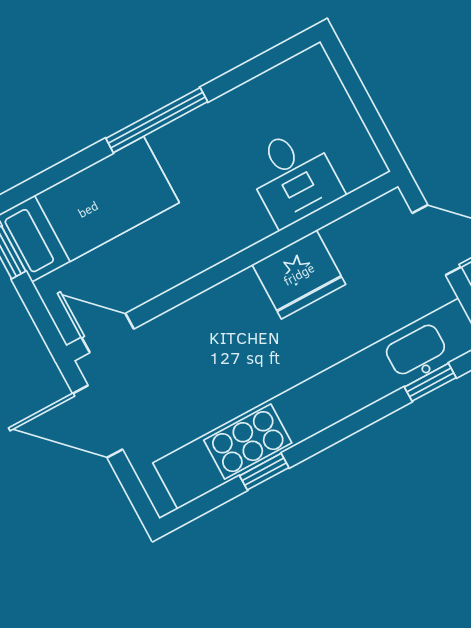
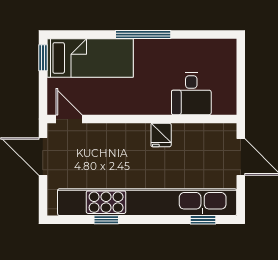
fridge: (299, 274) -> (161, 135), width x0.53, depth x0.75

